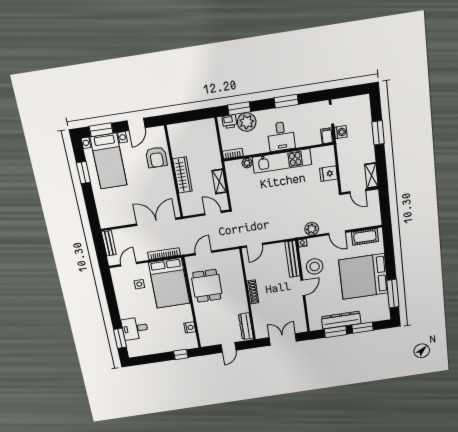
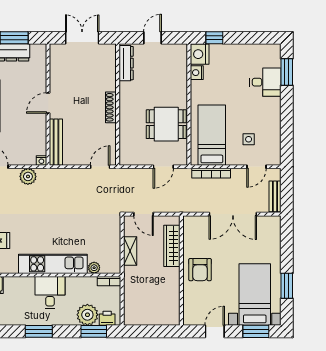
armchair: (156, 157) -> (200, 270), moved, turned 180
wardrobe: (182, 175) -> (172, 246), moved
double door: (156, 222) -> (233, 214), moved
stool: (315, 266) -> (30, 128), removed
bed: (169, 283) -> (212, 135), width x0.67
dining table: (207, 286) -> (166, 124), turned 90
double door: (283, 339) -> (82, 38), swing flipped
nightstand: (190, 341) -> (200, 54), added

